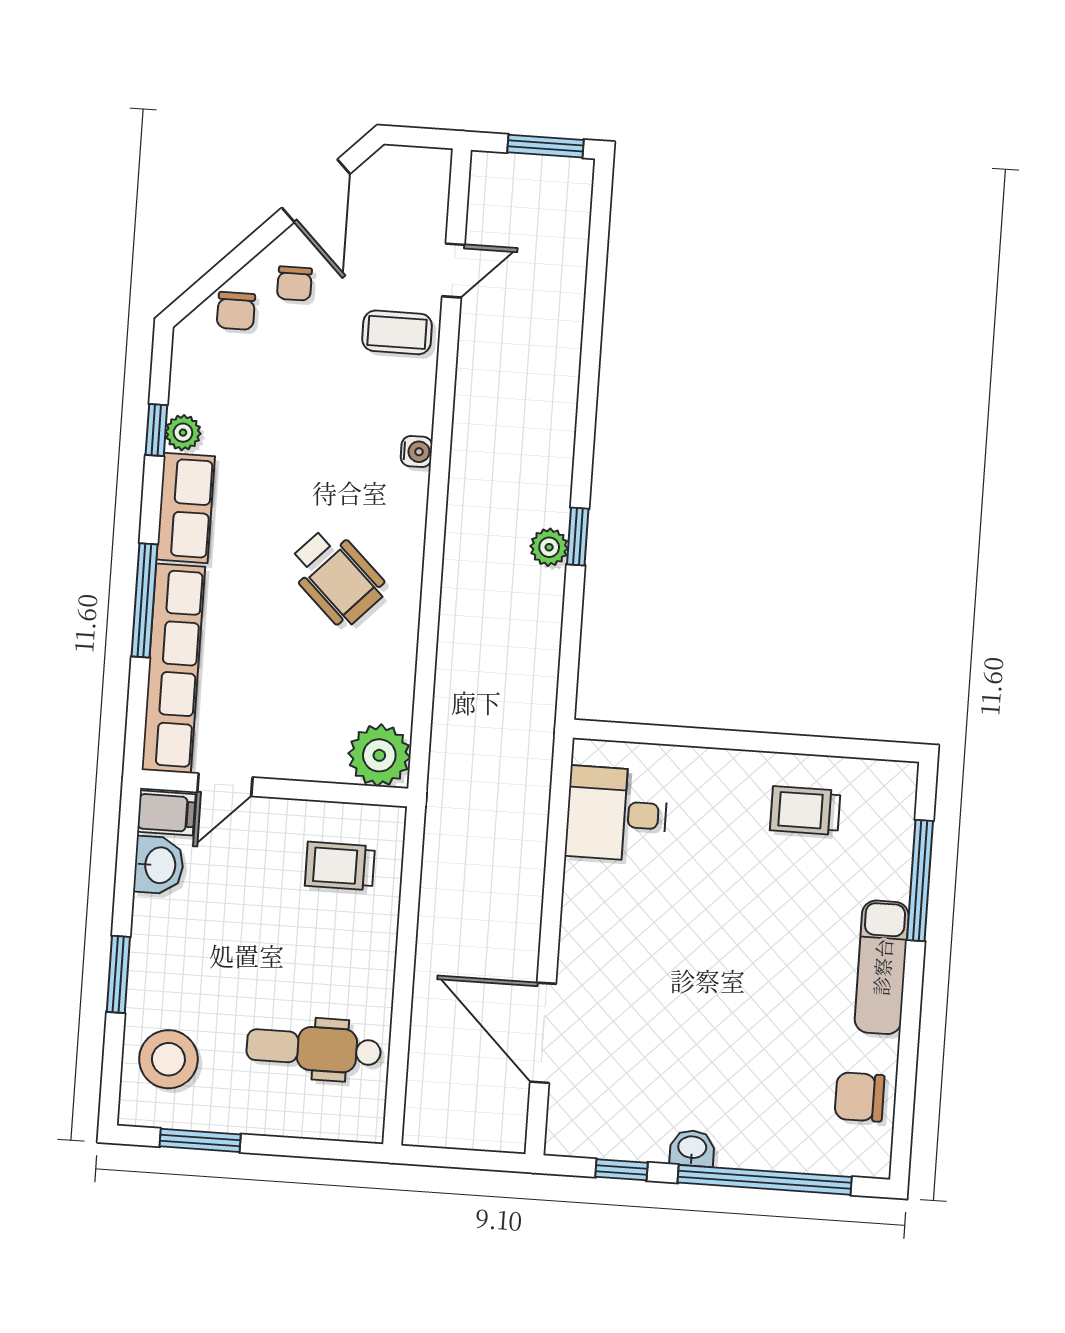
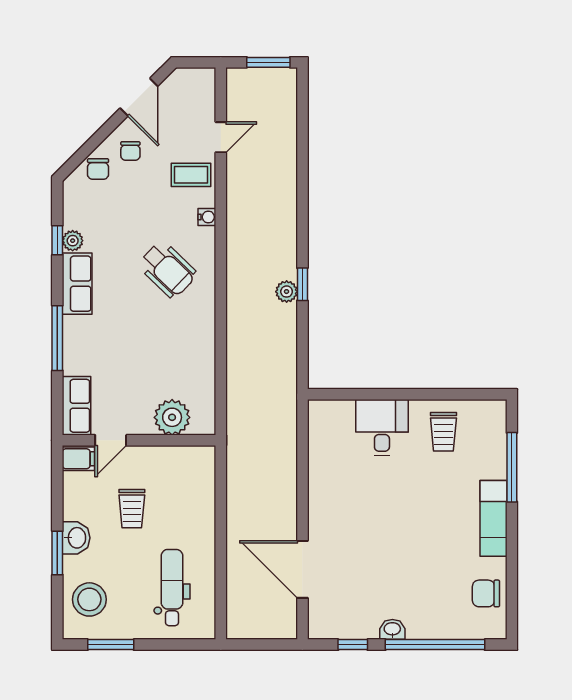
water cooler: (417, 452) -> (207, 217), moved
wheelchair: (337, 577) -> (167, 270), moved
row of seats: (173, 668) -> (77, 406), width x0.50
plant: (379, 755) -> (172, 417), moved
trolley: (805, 811) -> (443, 432), turned -90
desk: (617, 814) -> (382, 428), moved, turned 90
washbasin: (159, 865) -> (76, 538), moved
trolley: (340, 866) -> (132, 509), moved, turned -90
dental chair: (314, 1049) -> (172, 588), turned 90

